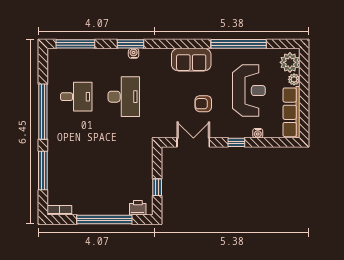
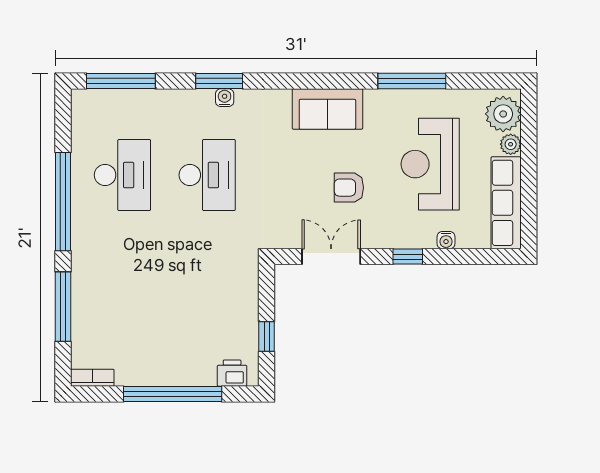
window: (239, 44) -> (412, 81), width x0.68
reception desk: (249, 91) -> (430, 164), turned 180
desk: (76, 97) -> (122, 175), width x1.37

